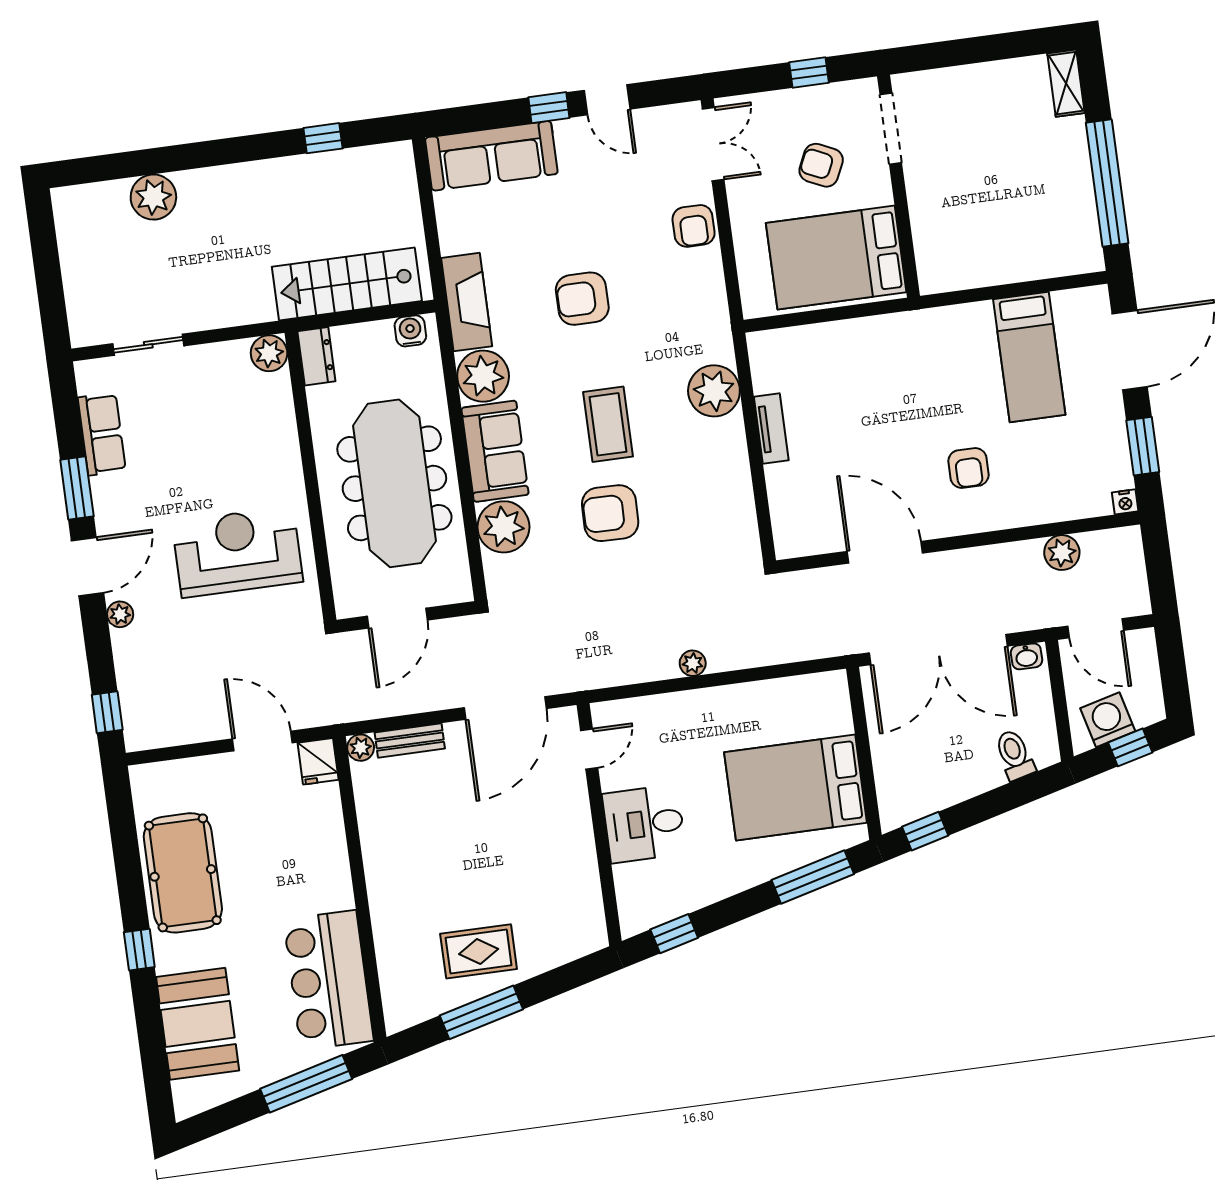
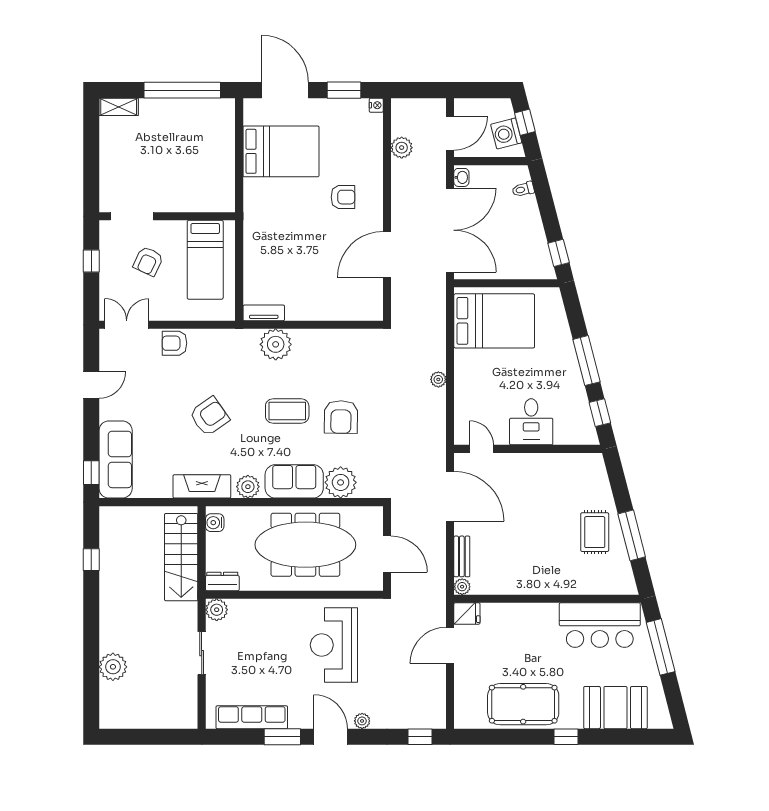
window: (549, 108) -> (91, 473), moved
armchair: (694, 226) -> (174, 343), turned 180
bed: (836, 258) -> (205, 260), width x0.67
armchair: (582, 299) -> (209, 416), turned -125
sliding door: (148, 345) -> (202, 653), moved
bed: (1029, 357) -> (281, 151), width x1.50
plant: (483, 376) -> (248, 487), width x0.73, depth x0.73
tv unit: (771, 429) -> (264, 313), moved
row of seats: (102, 434) -> (252, 717), width x1.48
toilet: (1015, 755) -> (523, 189), width x0.73, depth x0.72
bed: (796, 788) -> (494, 321), moved, turned -90
window: (813, 877) -> (586, 361), moved

